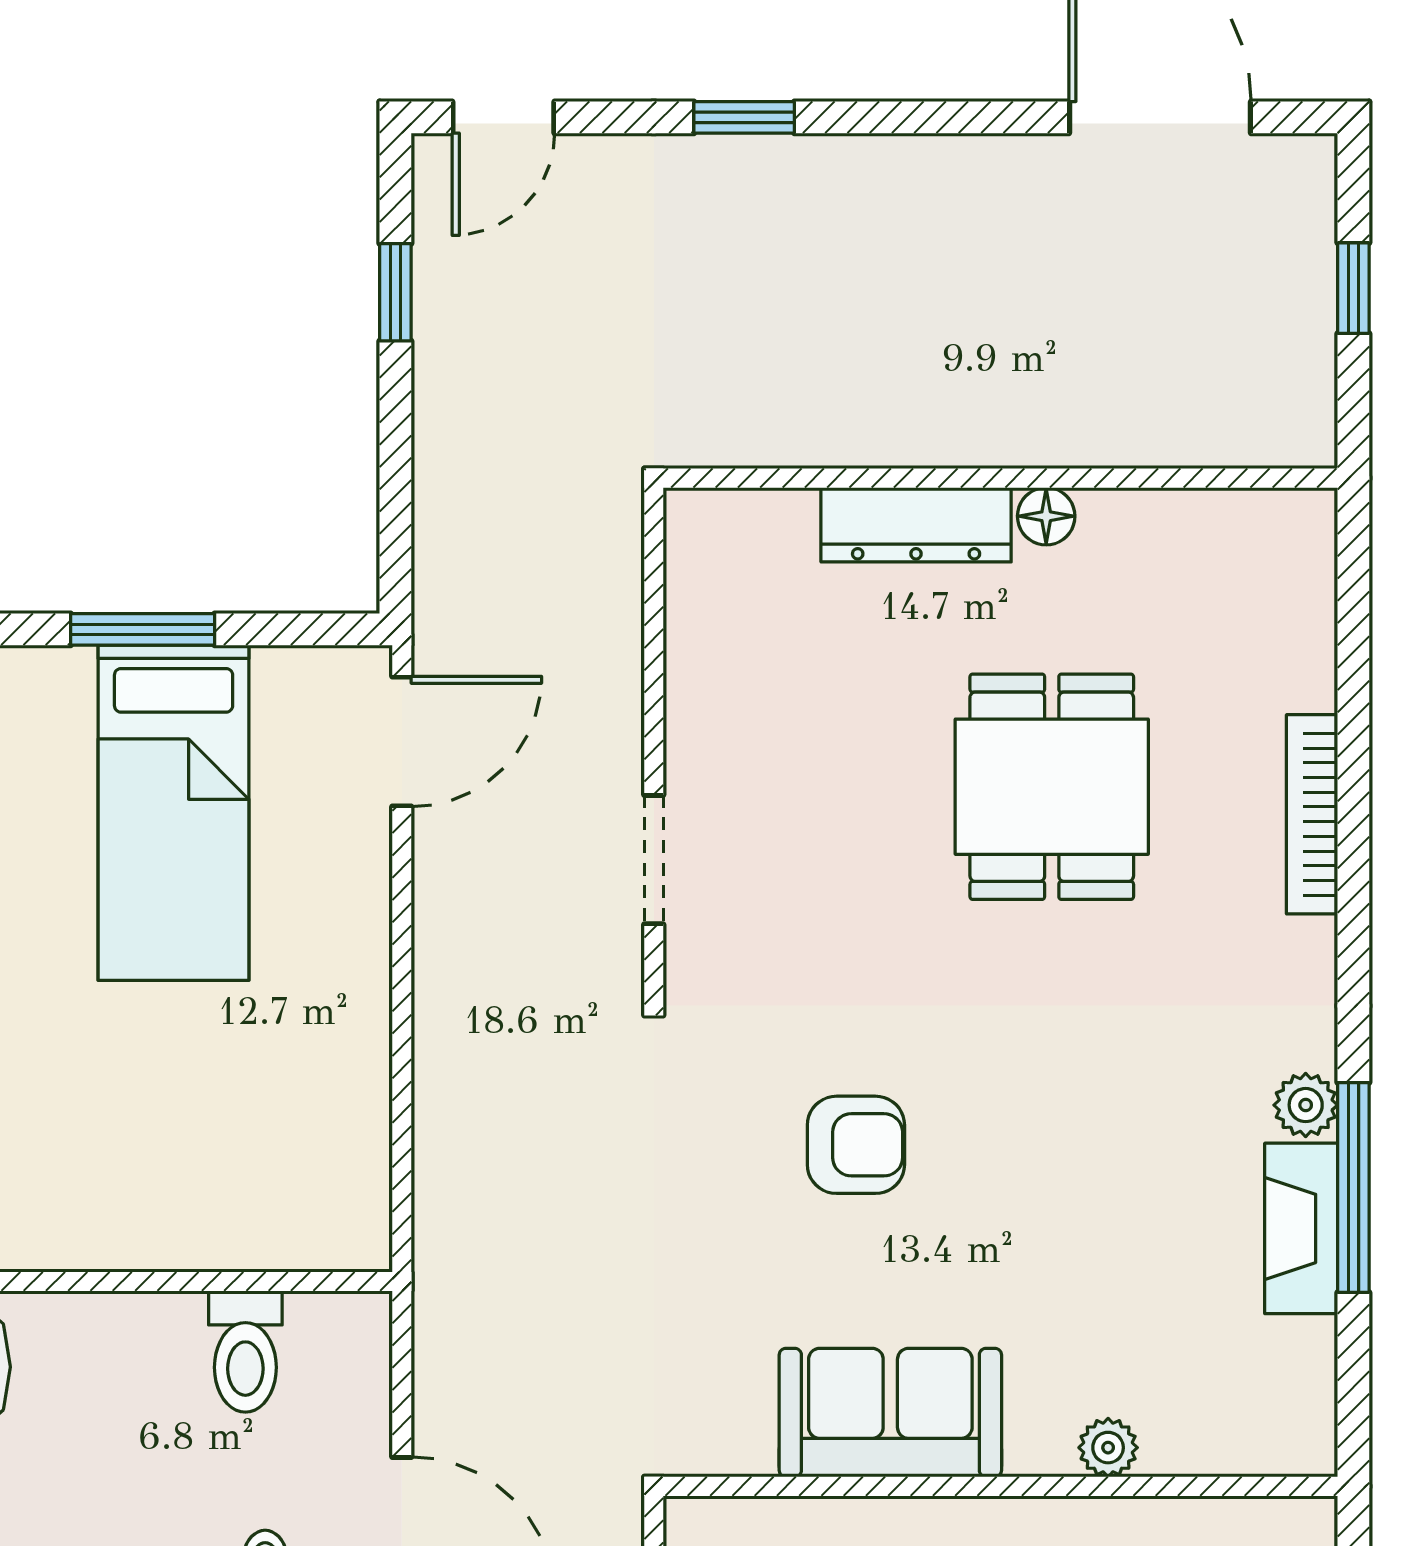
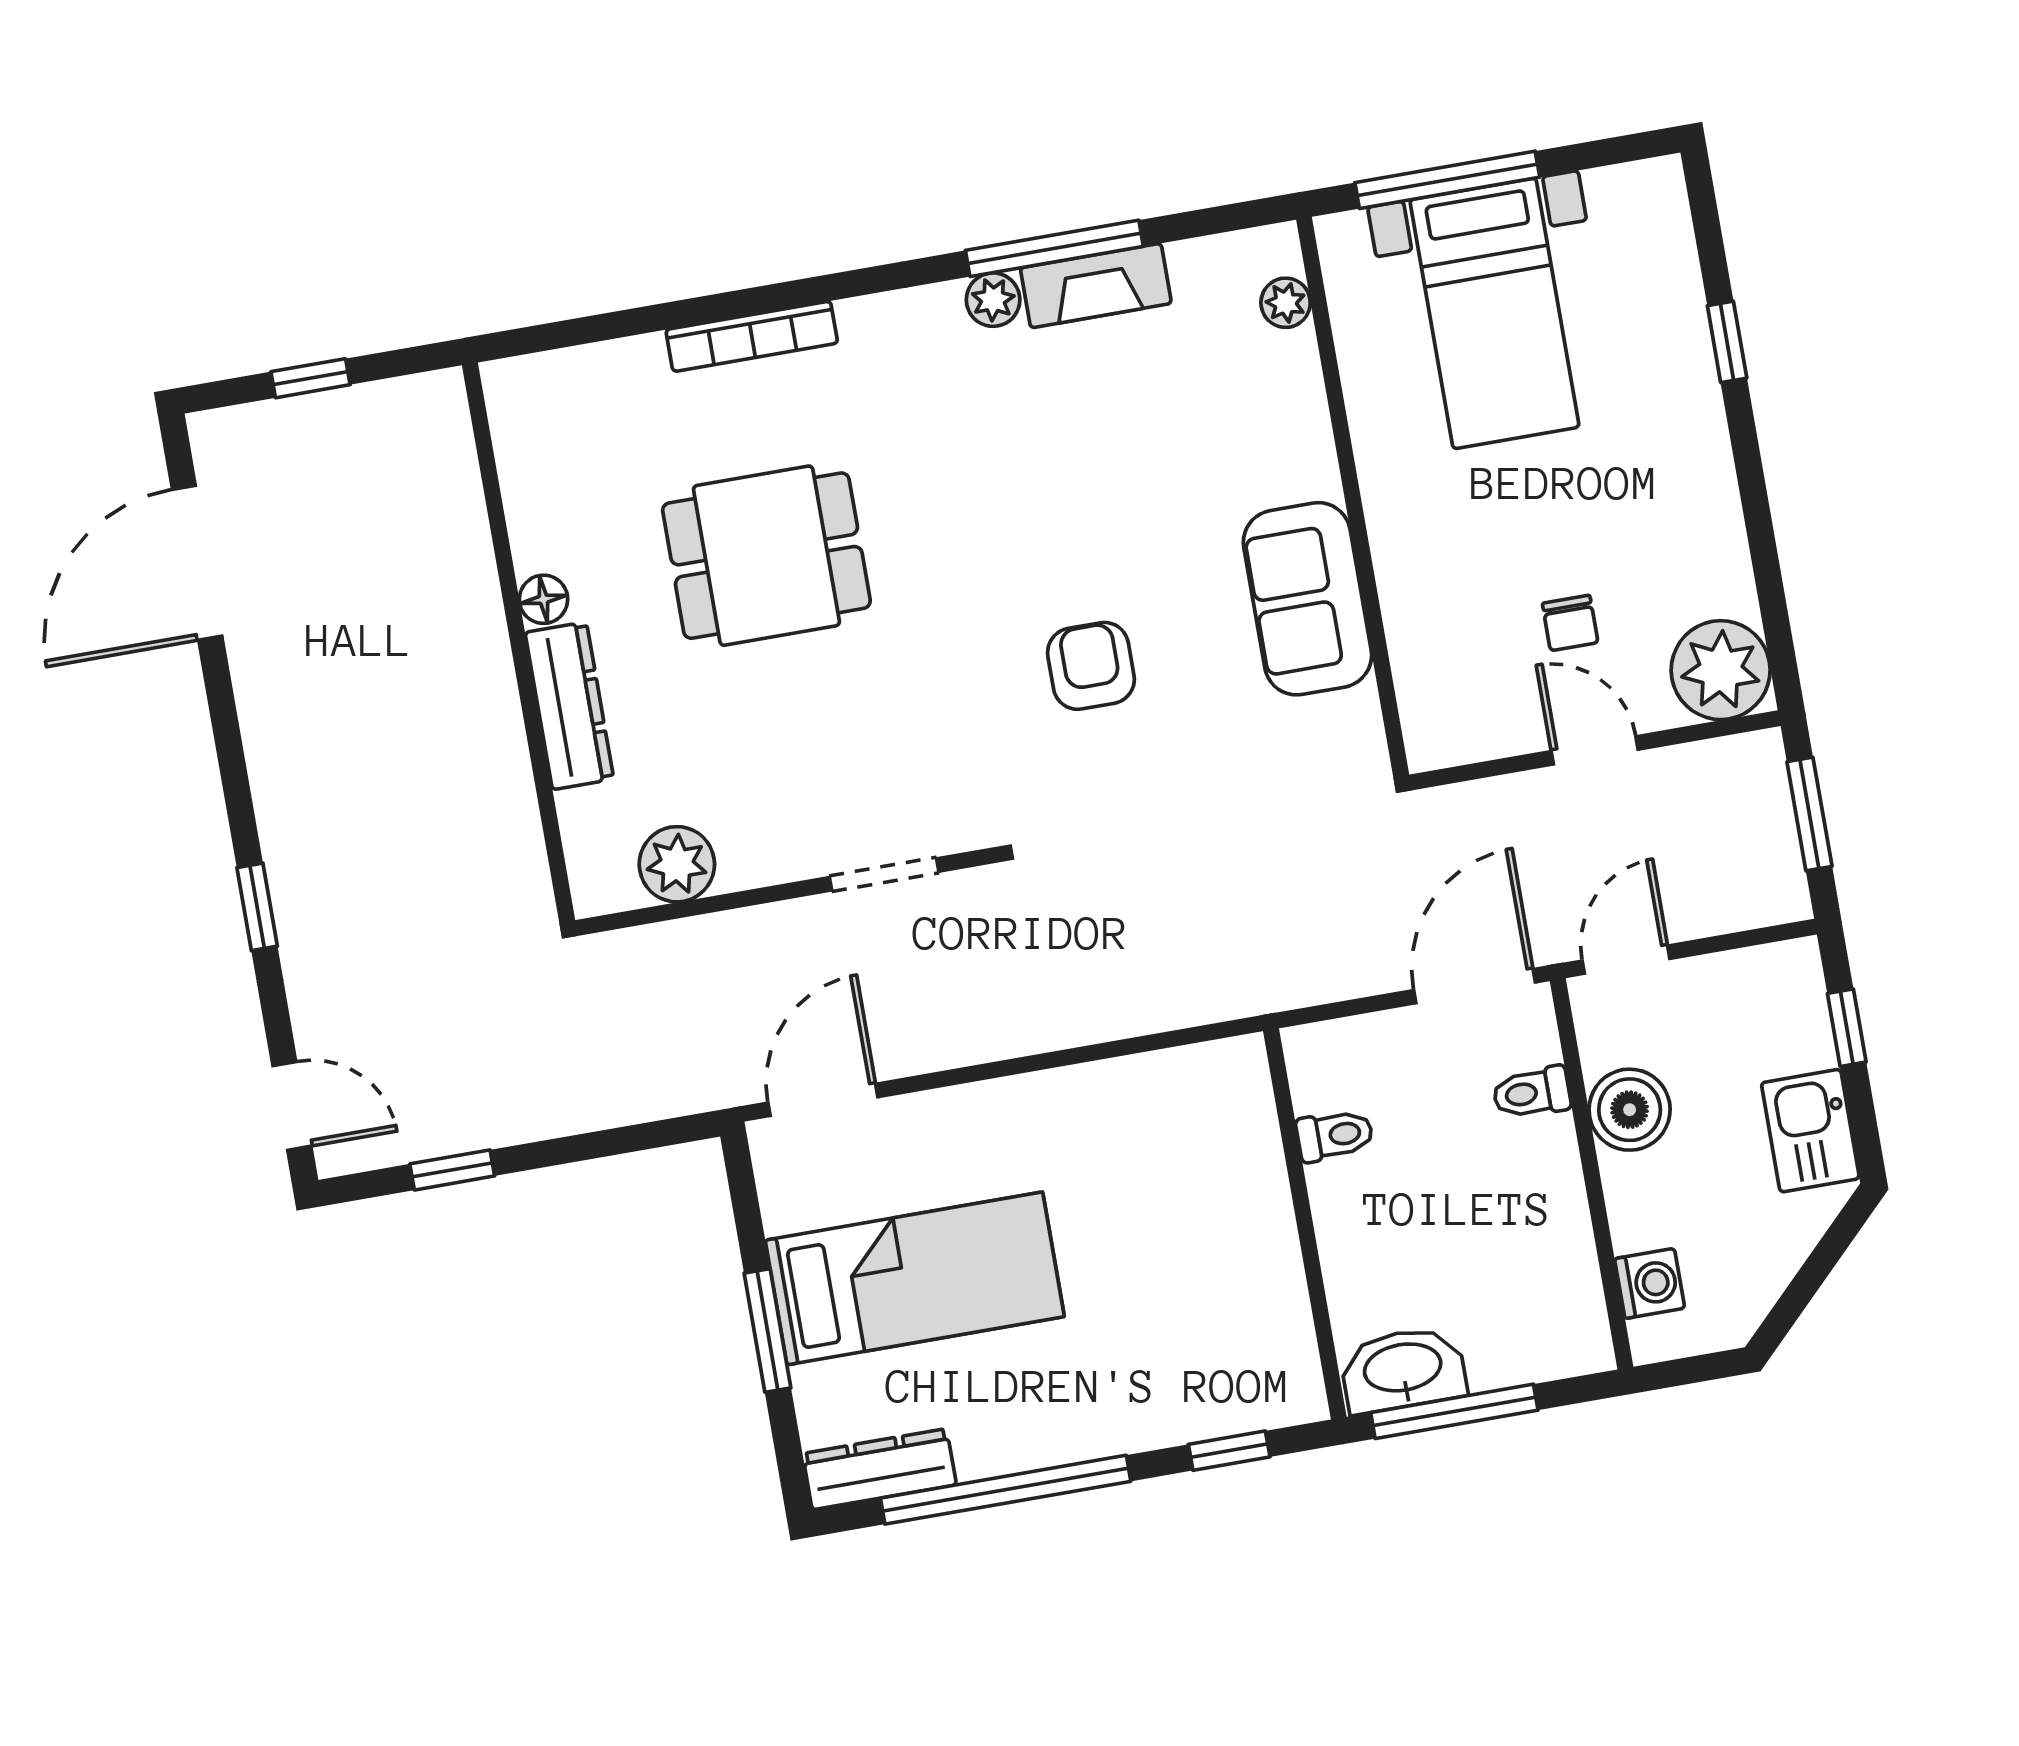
plant: (708, 618) -> (677, 864), added
door: (402, 741) -> (823, 1100), hinge flipped
toilet: (245, 1352) -> (1335, 1135), width x0.73, depth x0.72
plant: (1108, 1448) -> (1286, 303), moved

